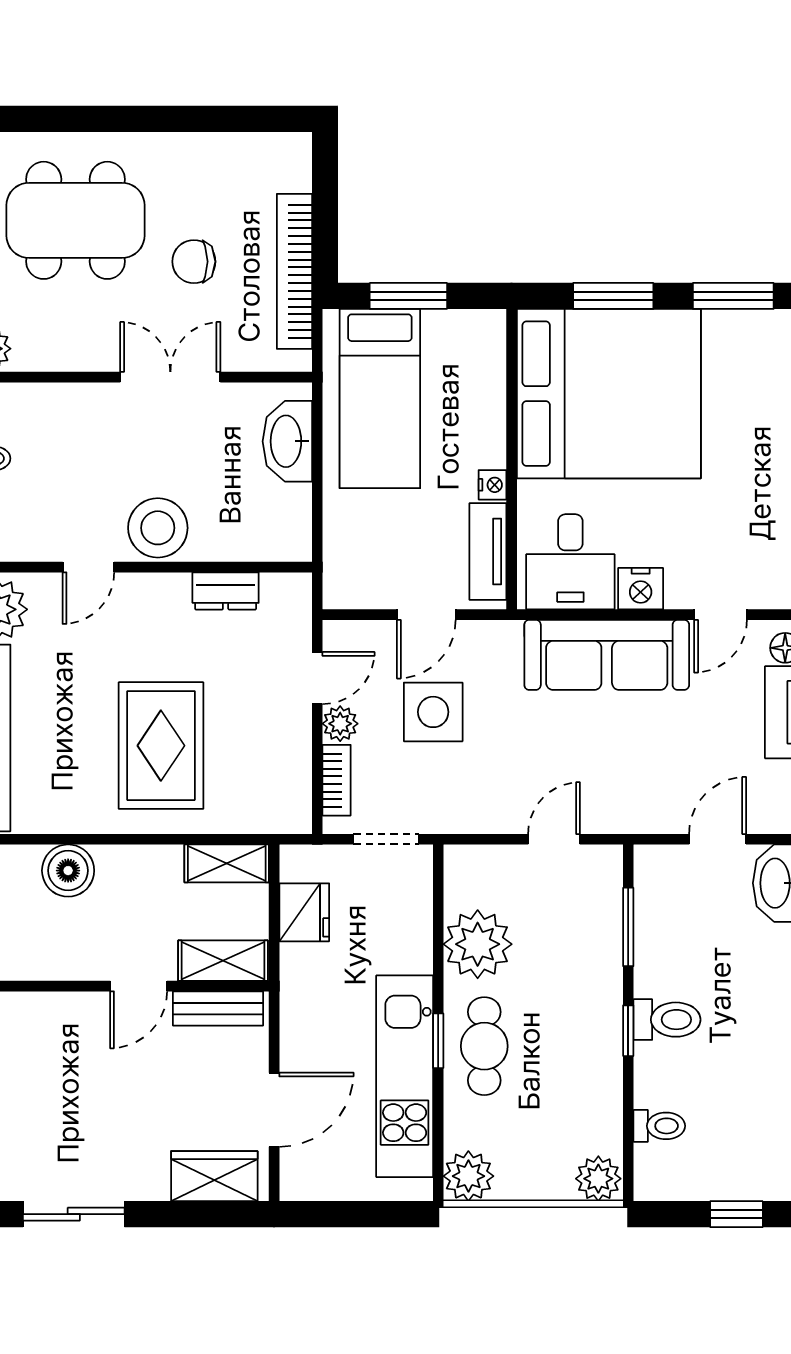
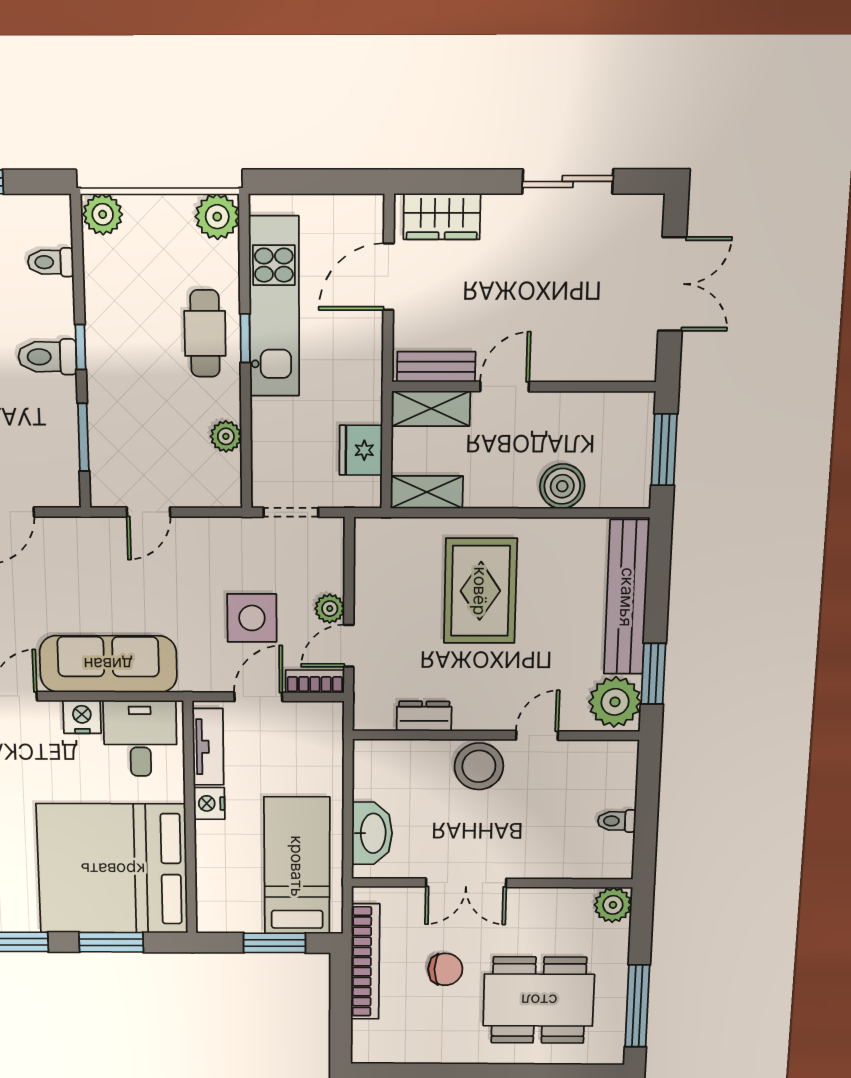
nightstand: (492, 485) -> (209, 803), width x1.39, depth x1.35
bookcase: (337, 780) -> (315, 681), moved, turned 90
plant: (478, 944) -> (226, 436), width x0.53, depth x0.53

